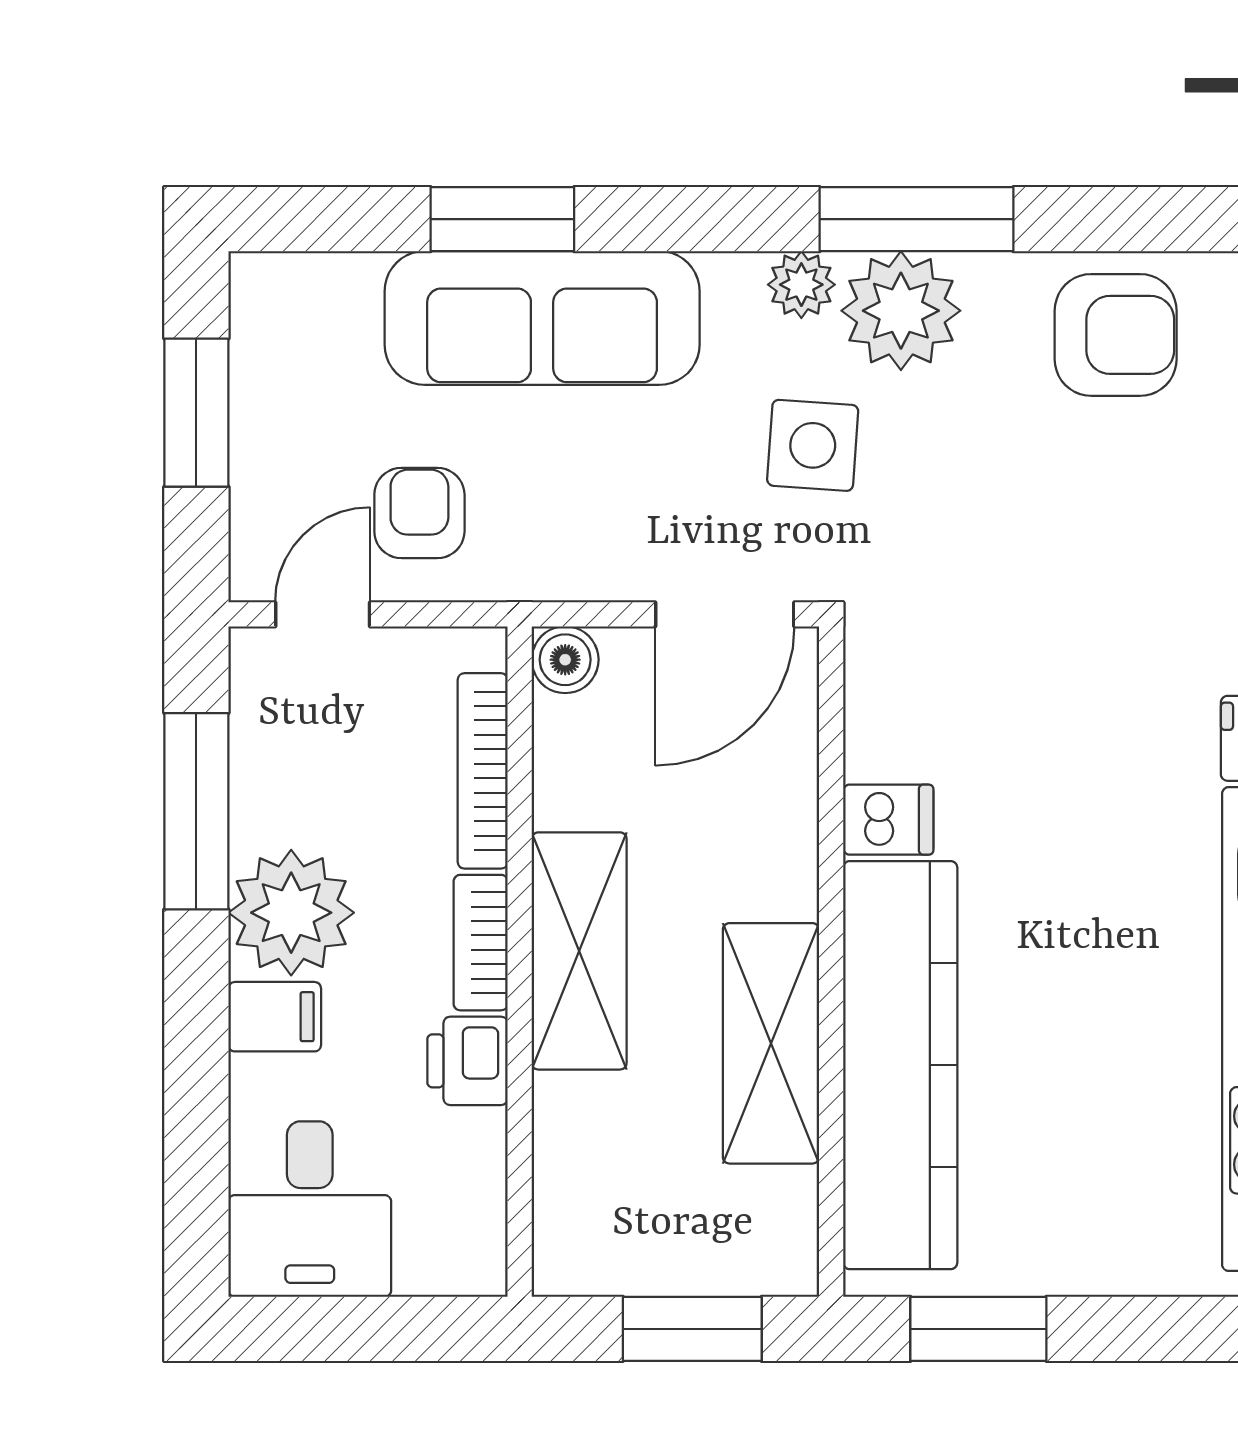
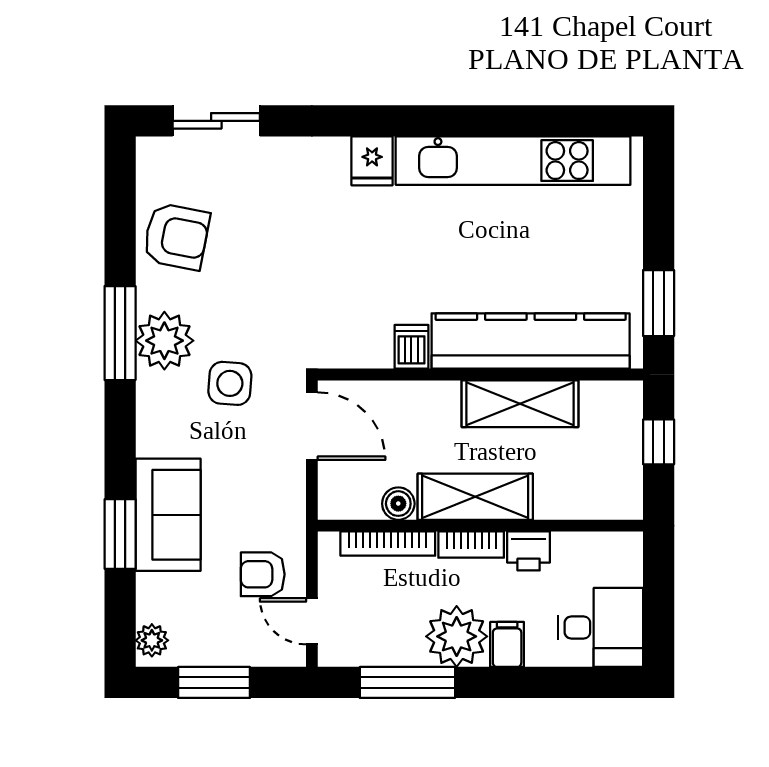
plant: (801, 285) -> (152, 640), moved
sofa: (542, 318) -> (168, 515), width x0.73
armchair: (1116, 335) -> (176, 236), turned 101
boiler: (565, 660) -> (398, 504), moved
window: (692, 1329) -> (659, 442), width x0.67

